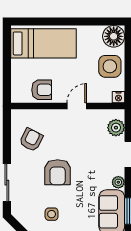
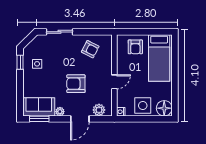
armchair: (42, 90) -> (135, 47), moved
door: (77, 106) -> (114, 82), hinge flipped
armchair: (58, 172) -> (76, 84), moved

